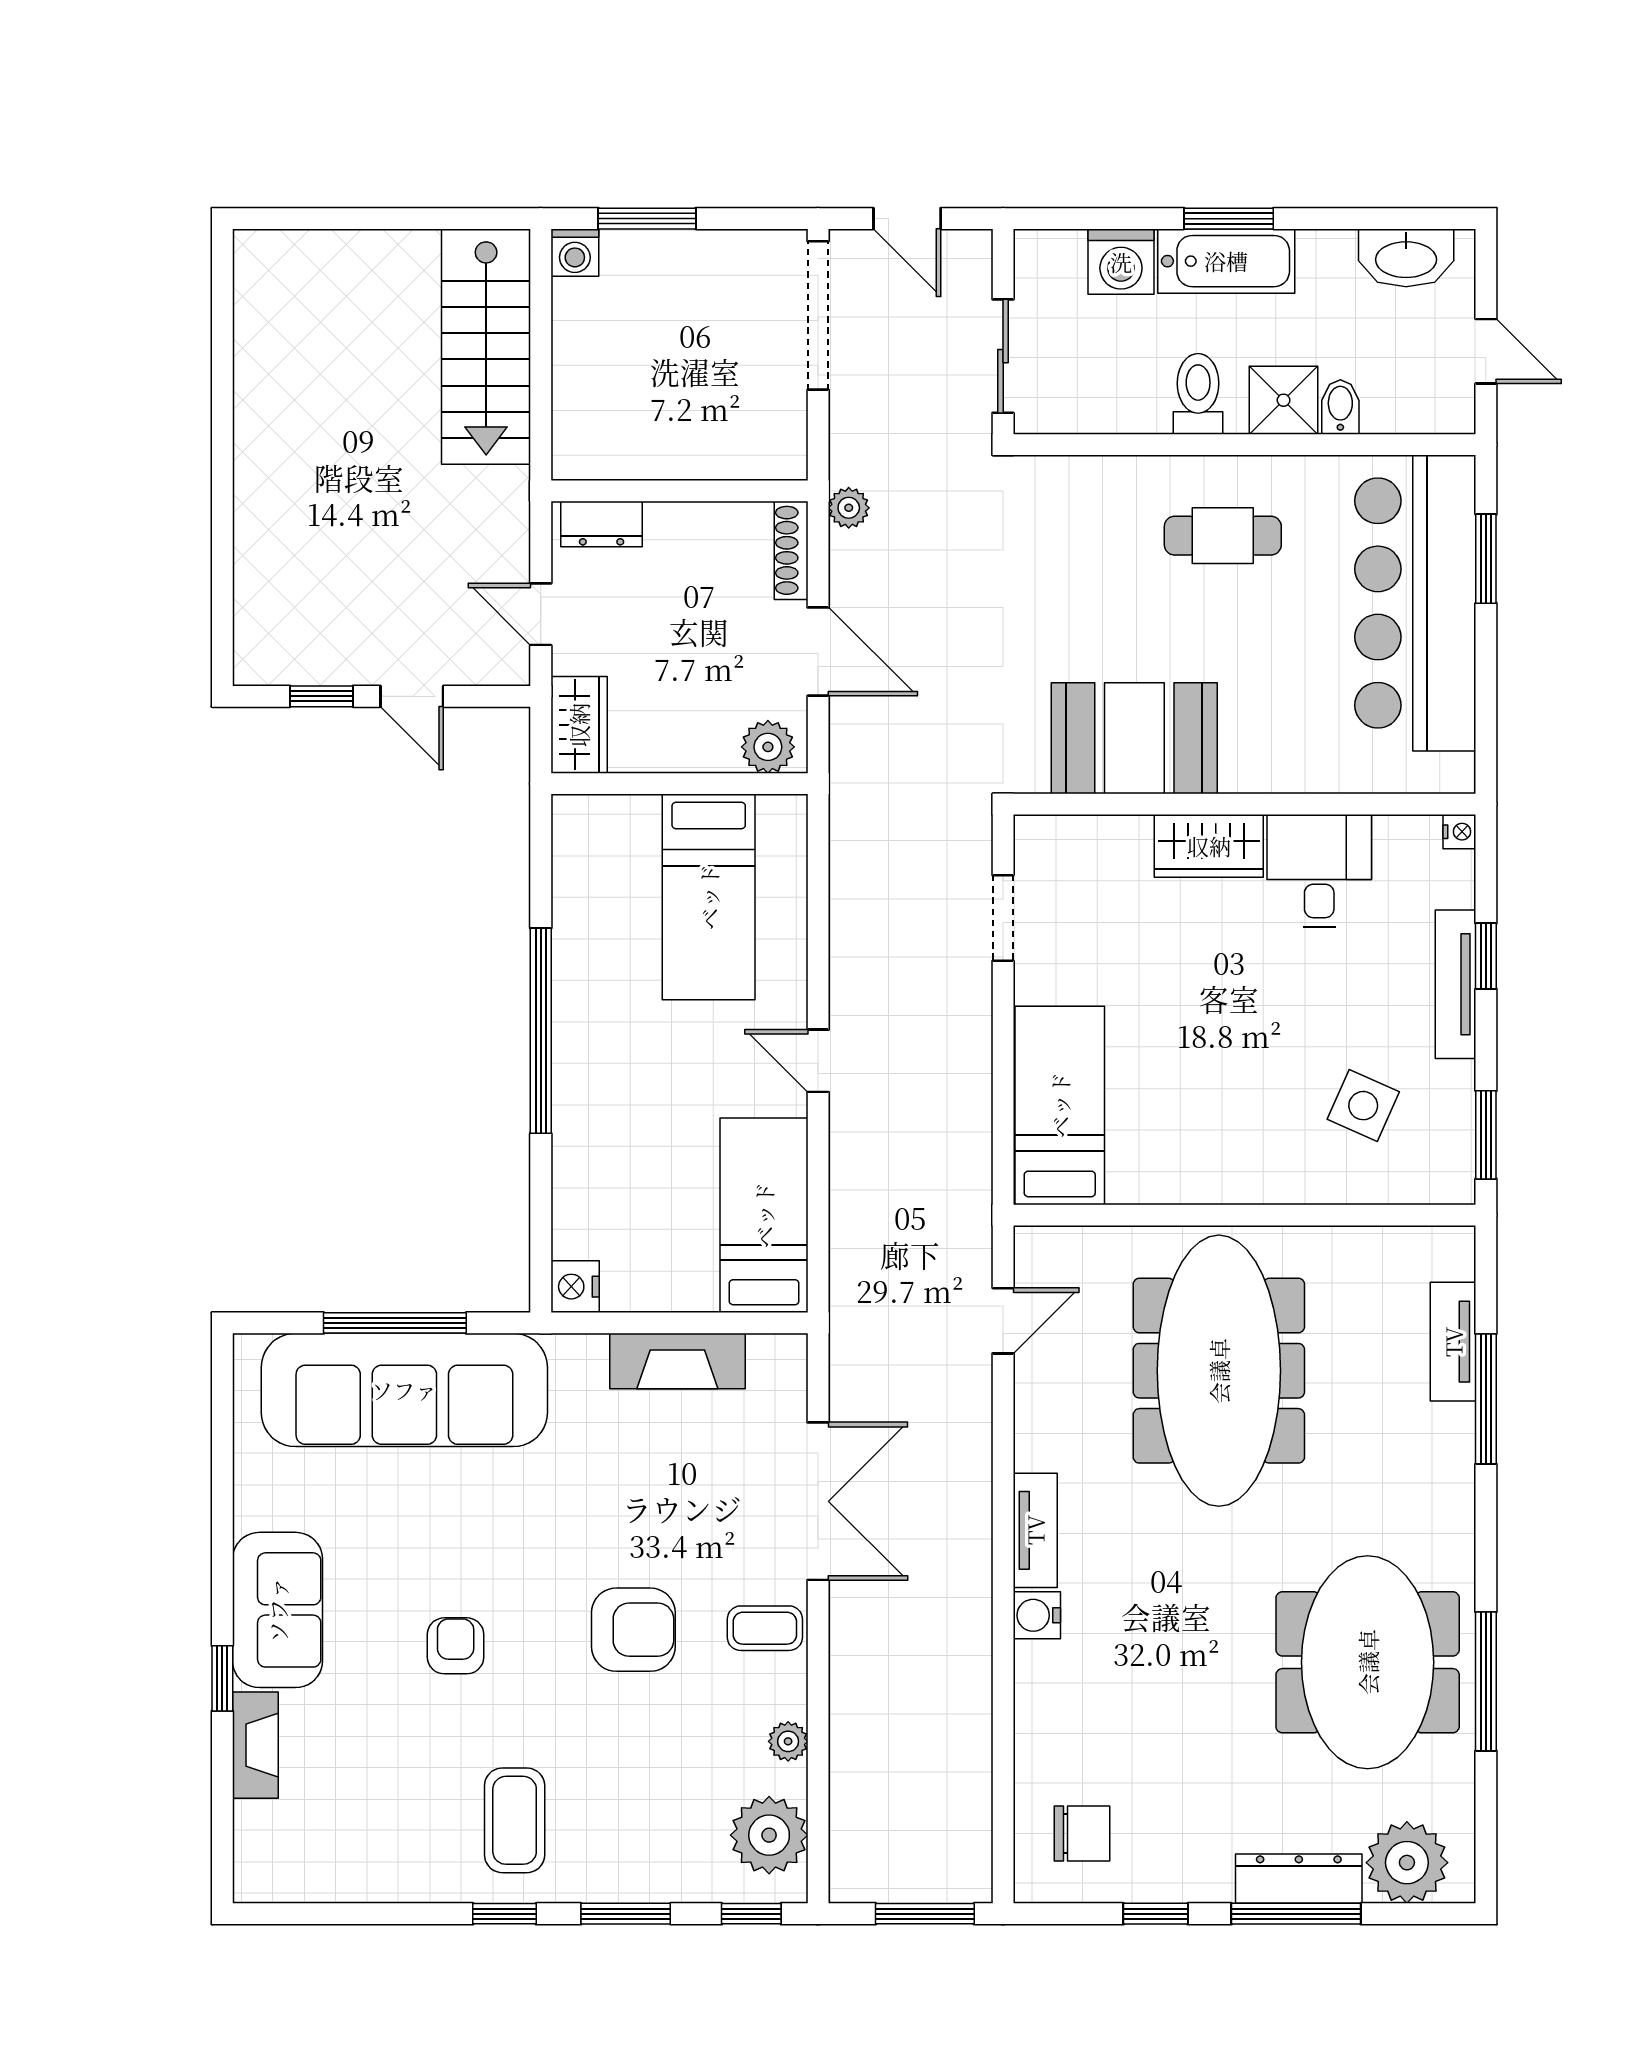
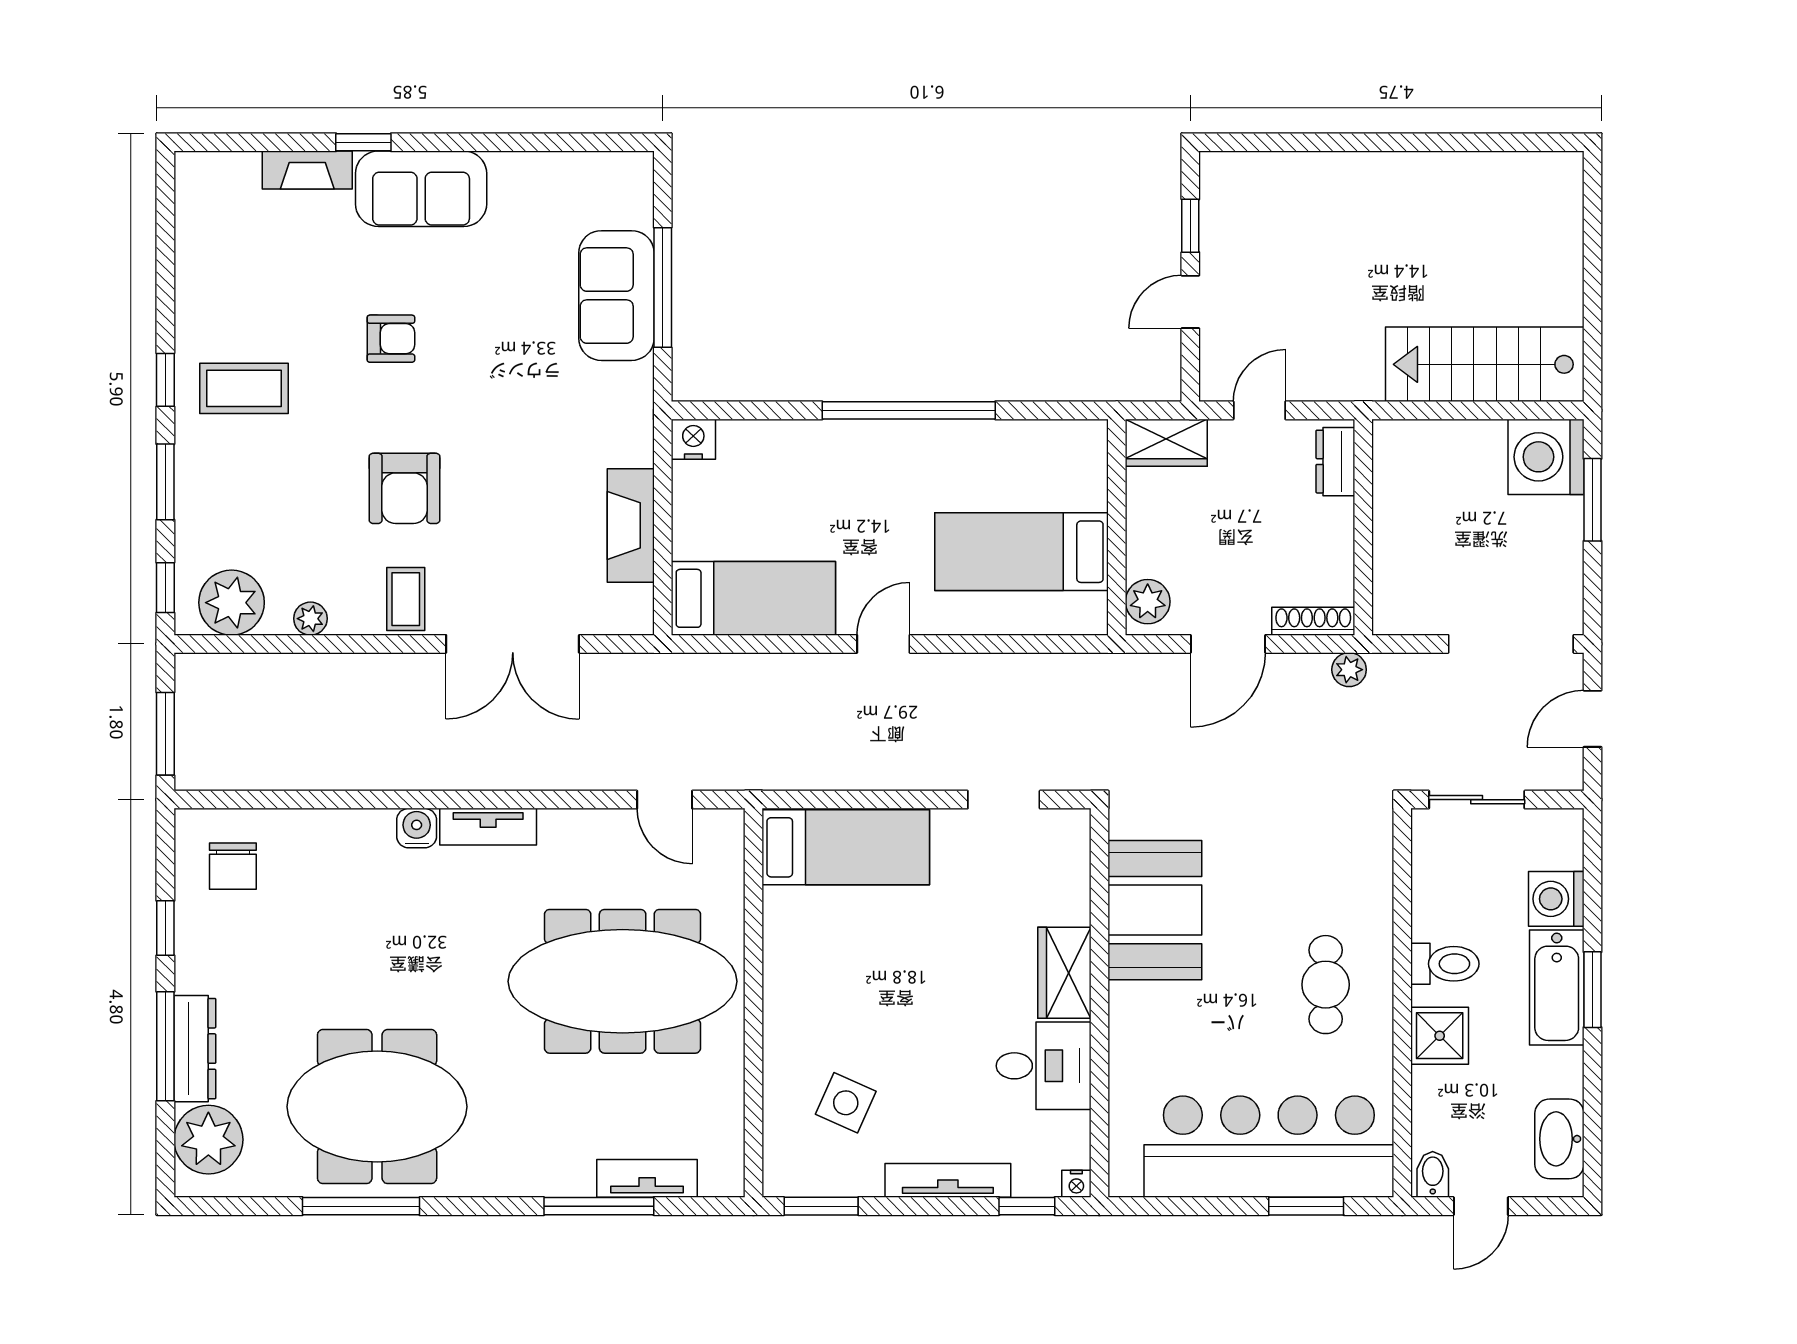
washing machine: (575, 253) -> (1546, 457), width x1.89, depth x1.89
bidet: (1340, 407) -> (1433, 1174), moved, turned -90
window: (1486, 956) -> (1027, 1206), moved
sofa: (404, 1390) -> (616, 296), width x0.54, depth x0.79

